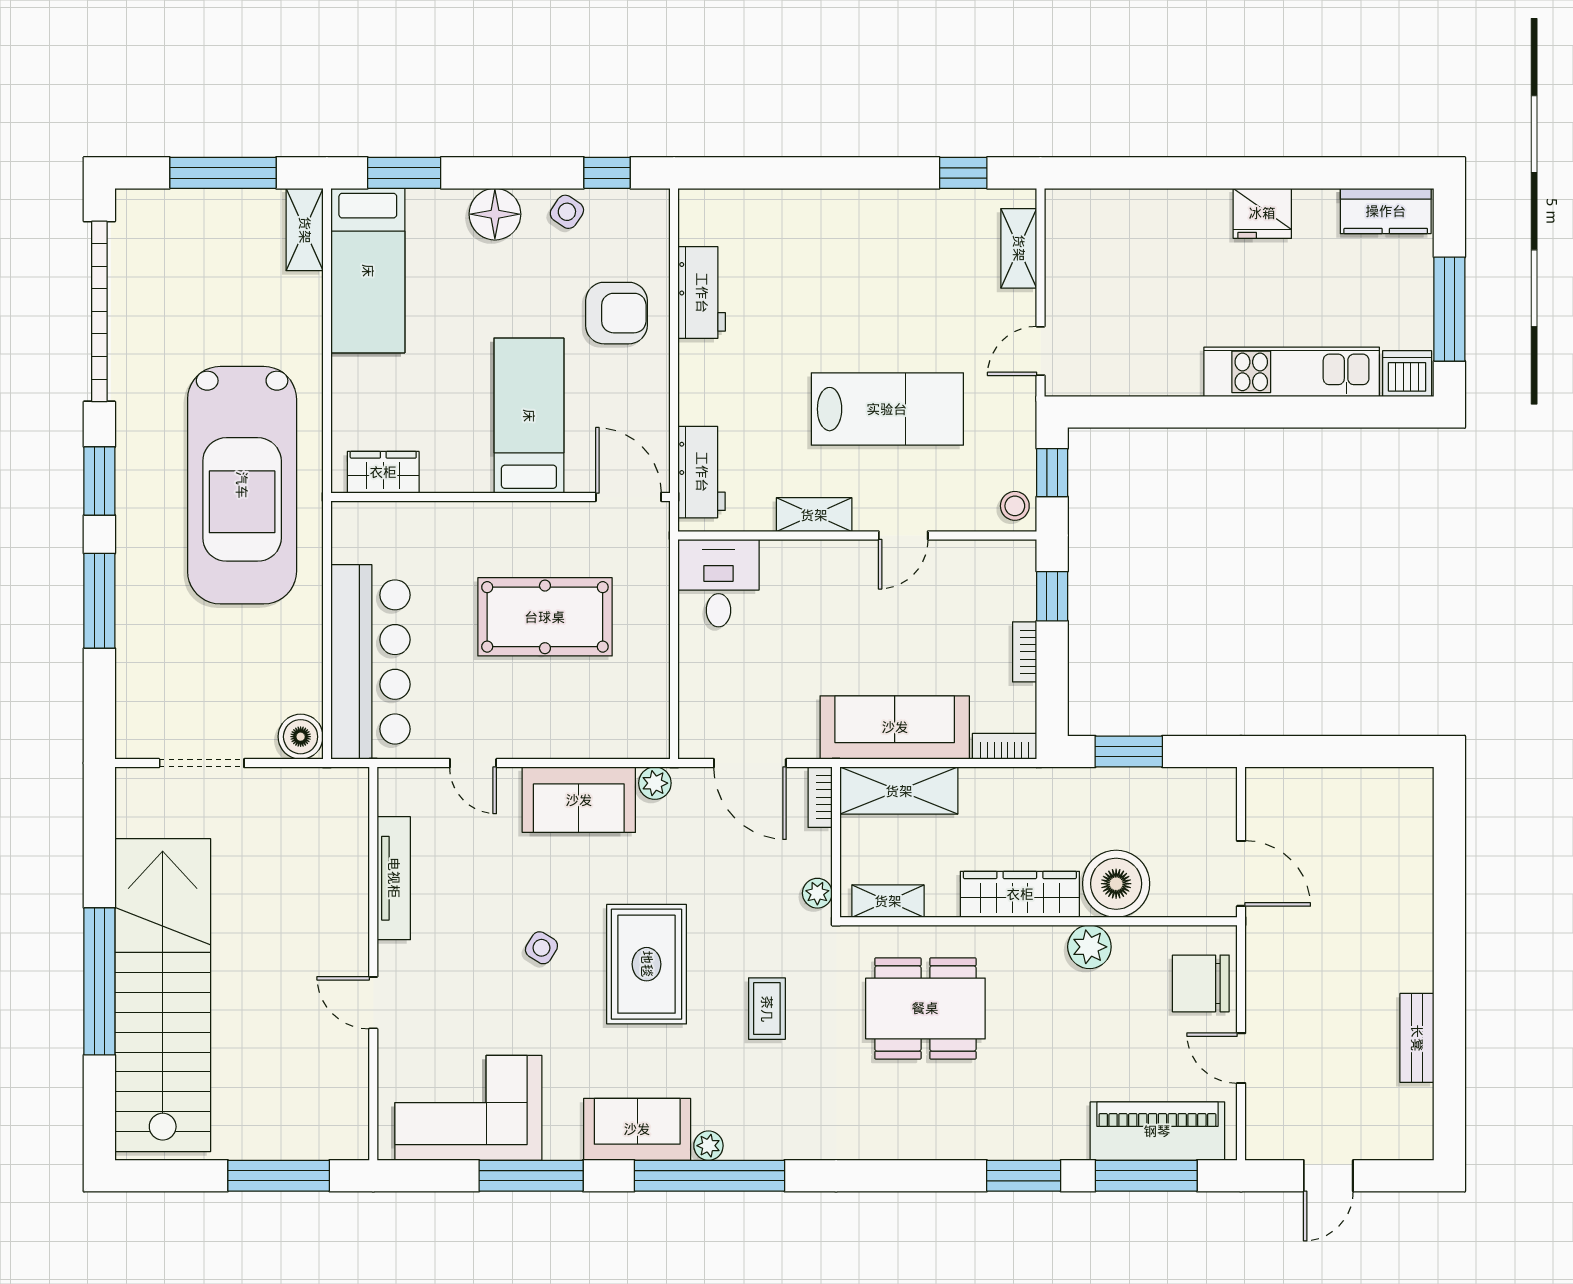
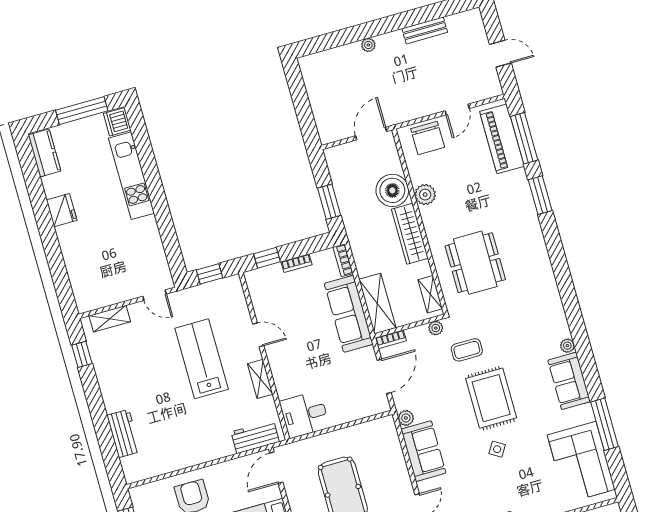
workbench: (702, 293) -> (124, 433), moved, turned 90
stool: (1015, 506) -> (230, 287), removed
plant: (1419, 917) -> (368, 45), added
rug: (647, 964) -> (491, 398), turned 90
coffee table: (767, 1009) -> (467, 350), moved
window: (709, 1176) -> (581, 341), removed

